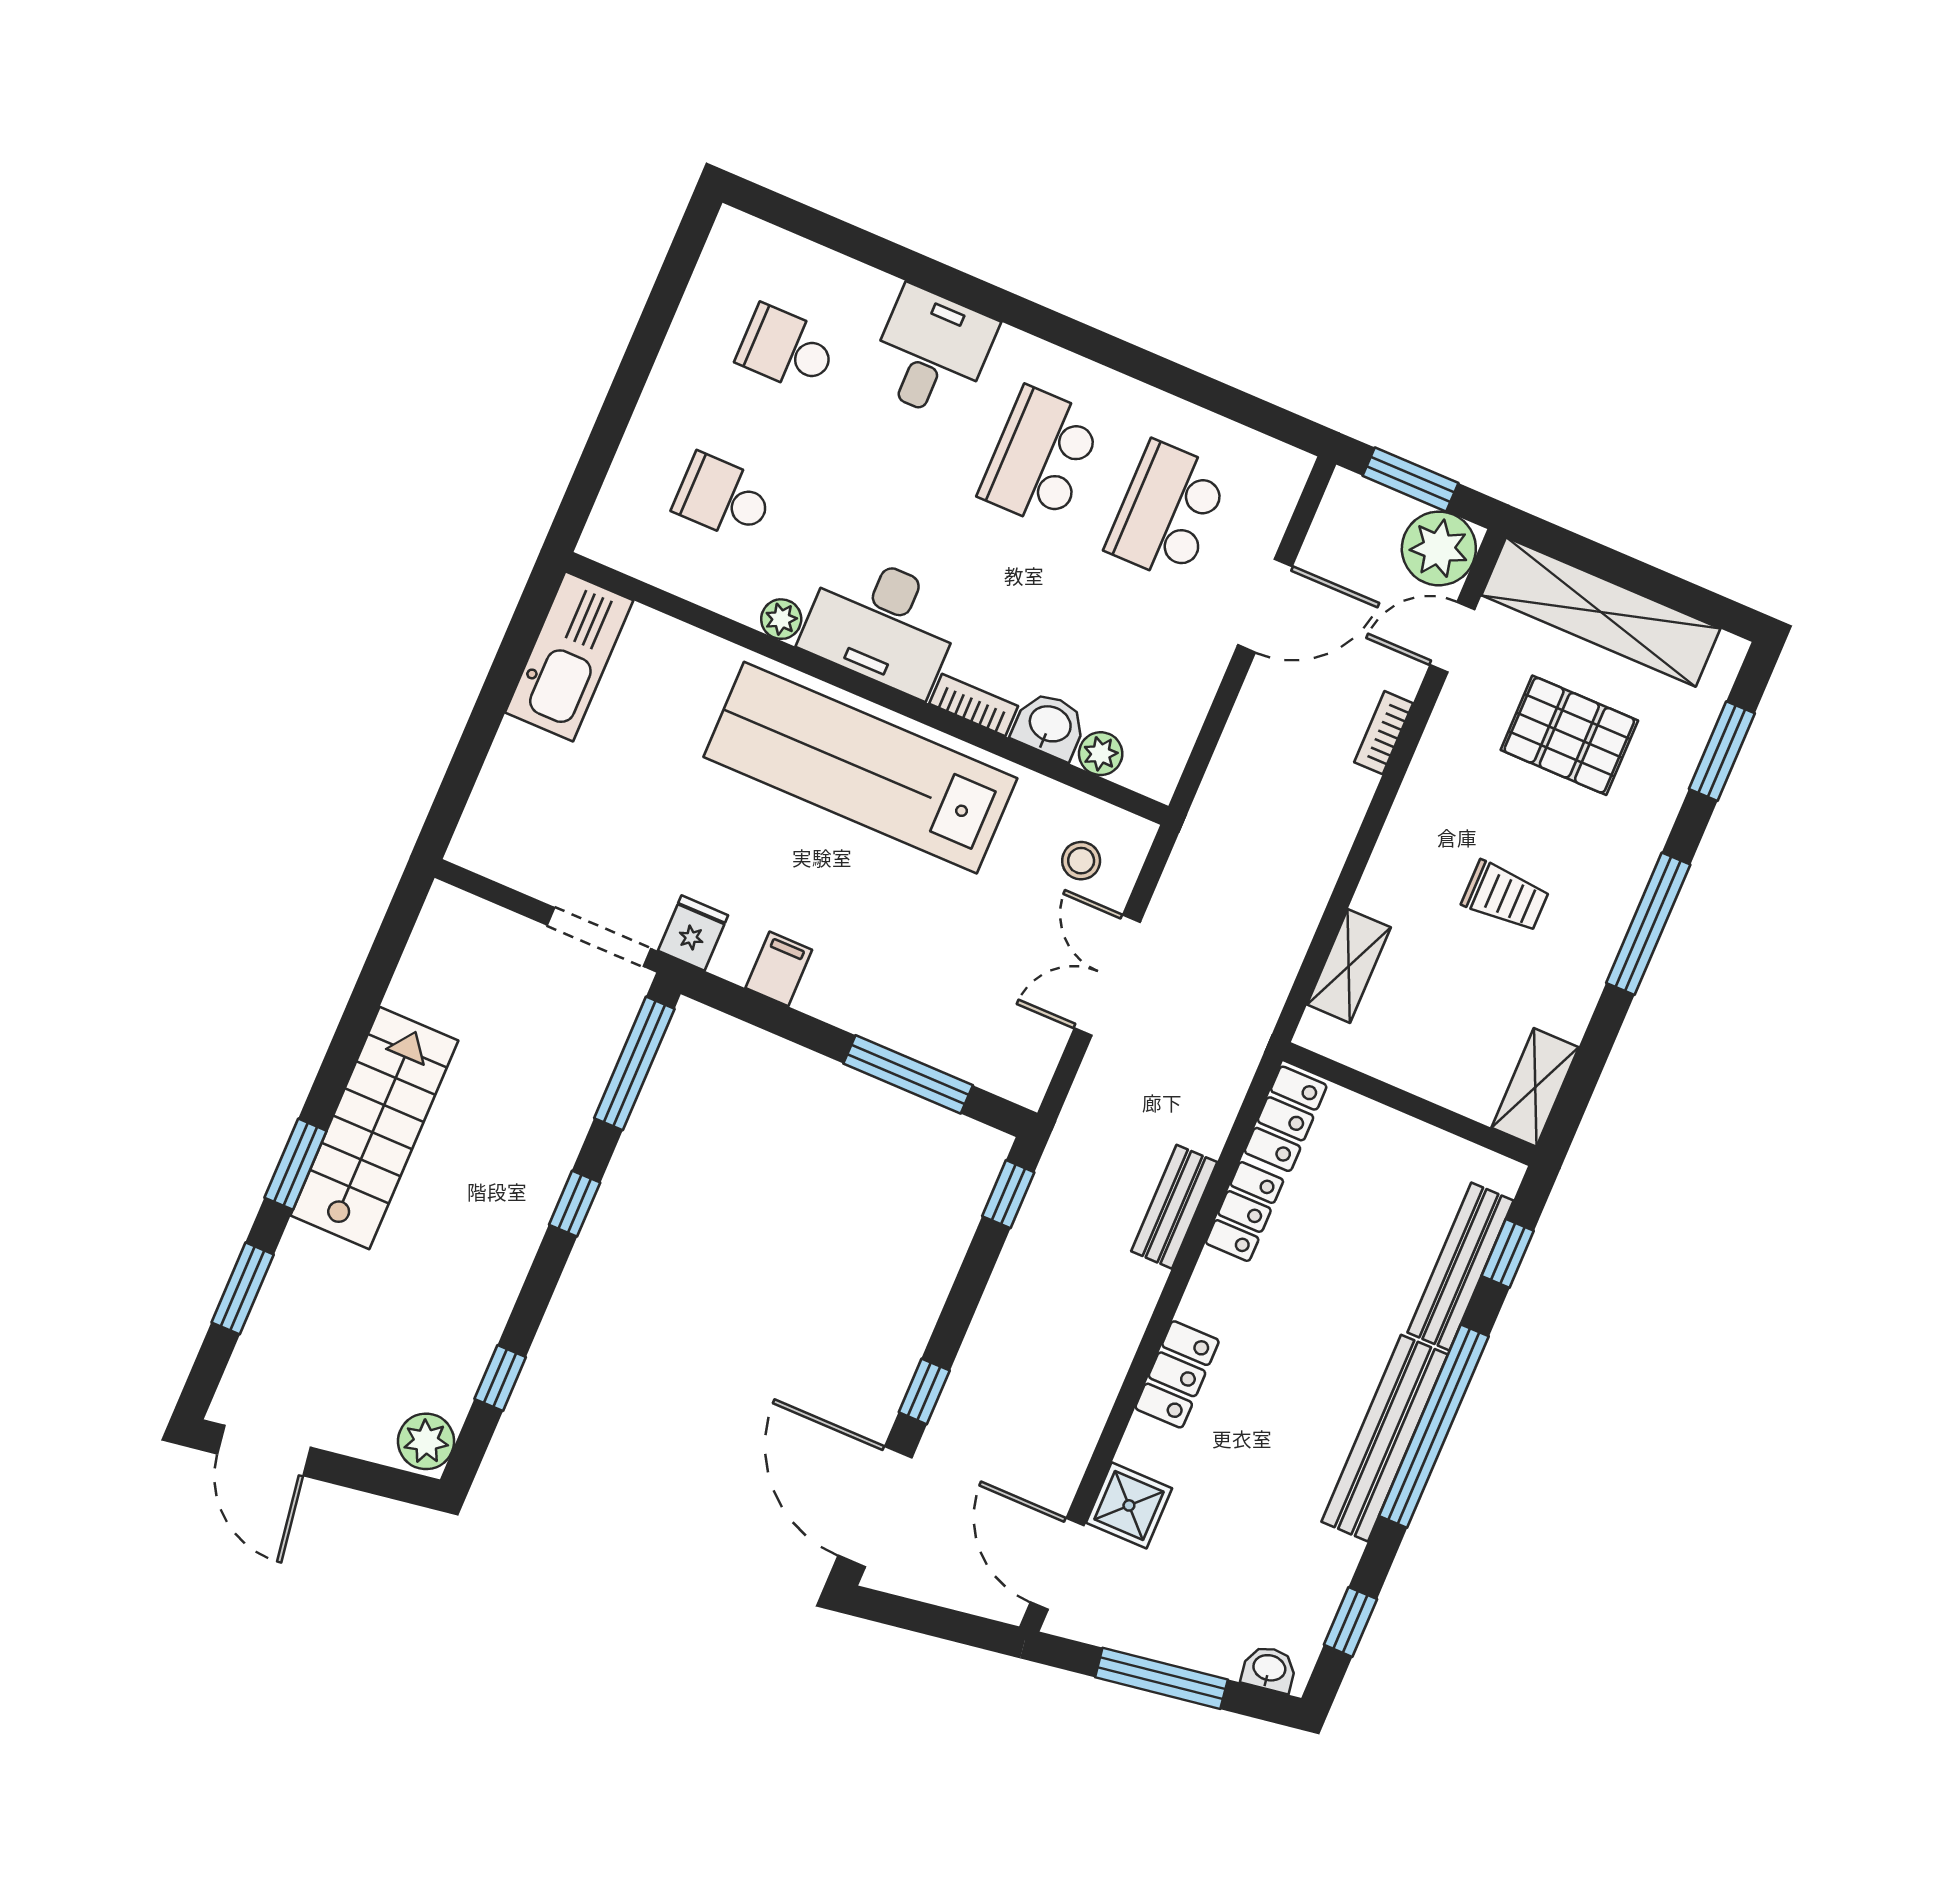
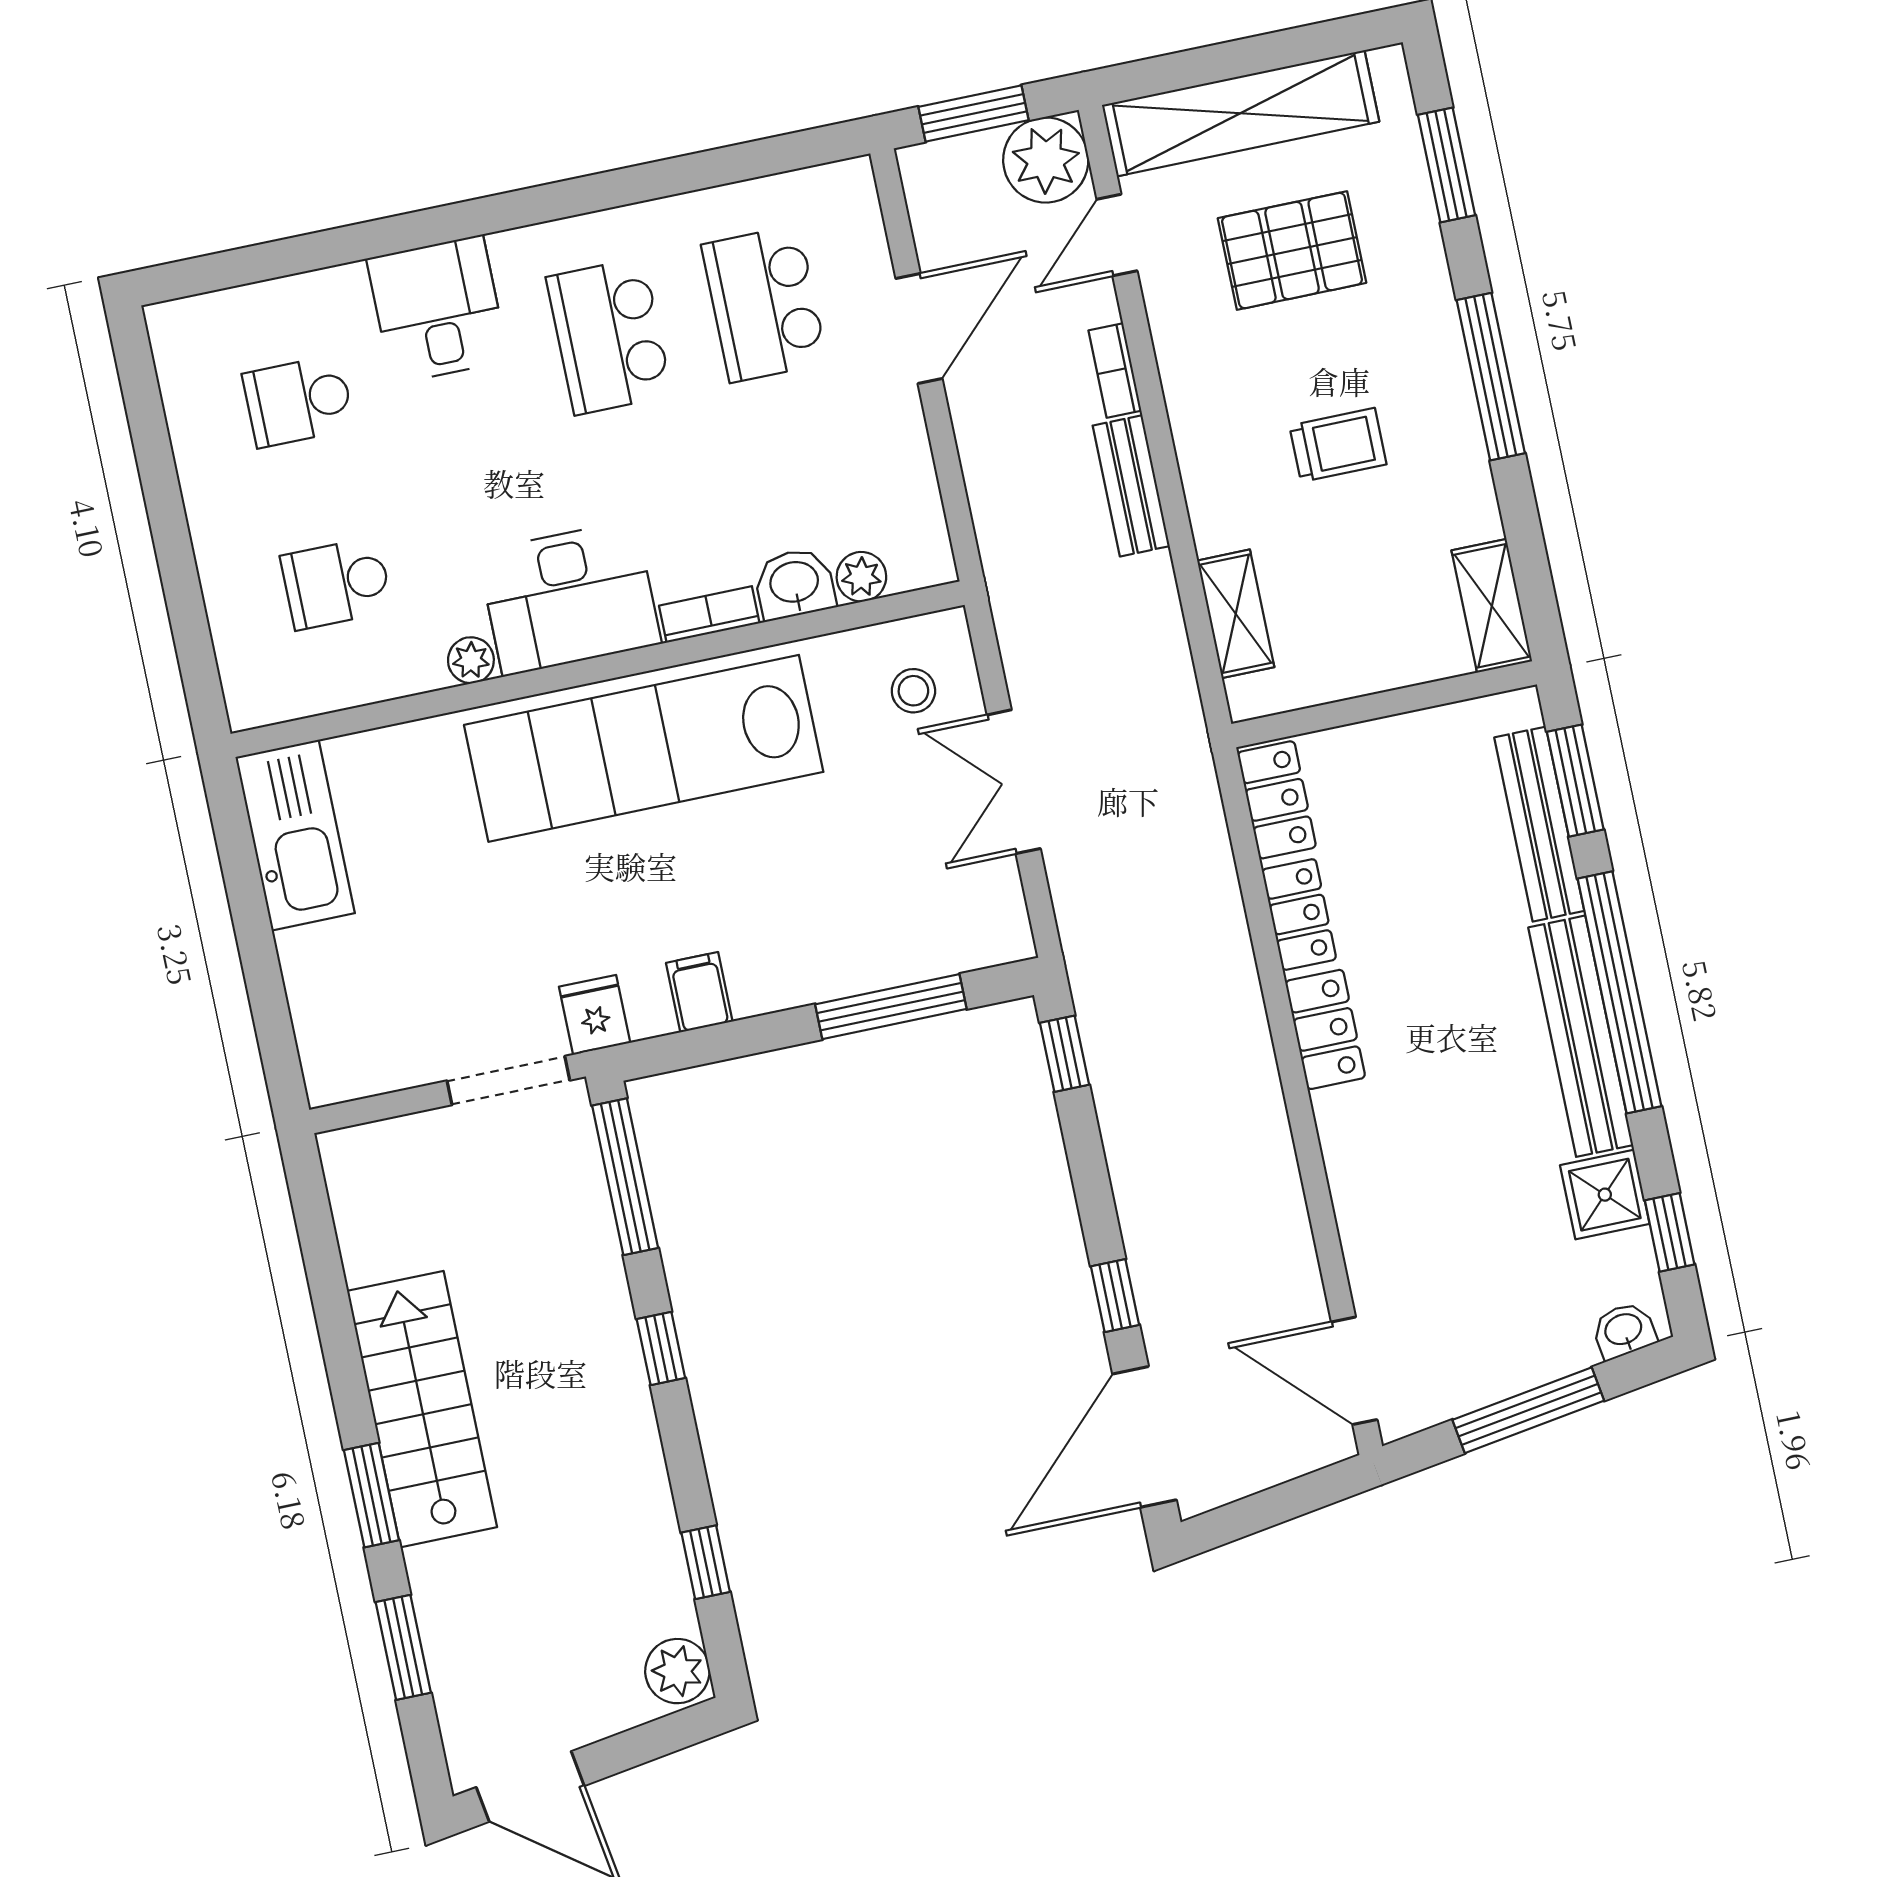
bench: (1174, 1207) -> (1131, 486), moved
window: (1508, 1253) -> (1575, 781), width x1.50
locker: (1177, 1374) -> (1325, 1029), moved
shower: (1129, 1505) -> (1605, 1195), moved
door: (875, 1507) -> (1145, 1437), hinge flipped

